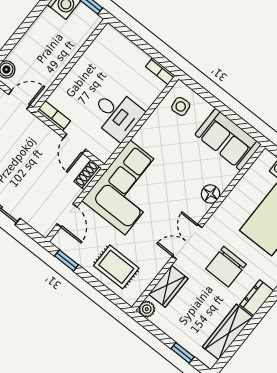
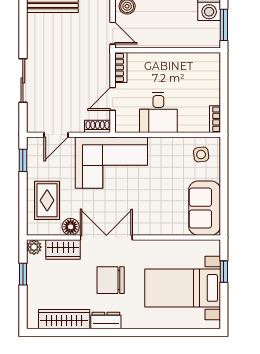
floor lamp: (210, 194) -> (71, 227), moved
double door: (187, 242) -> (106, 237), width x1.37
window: (183, 353) -> (23, 274), moved

